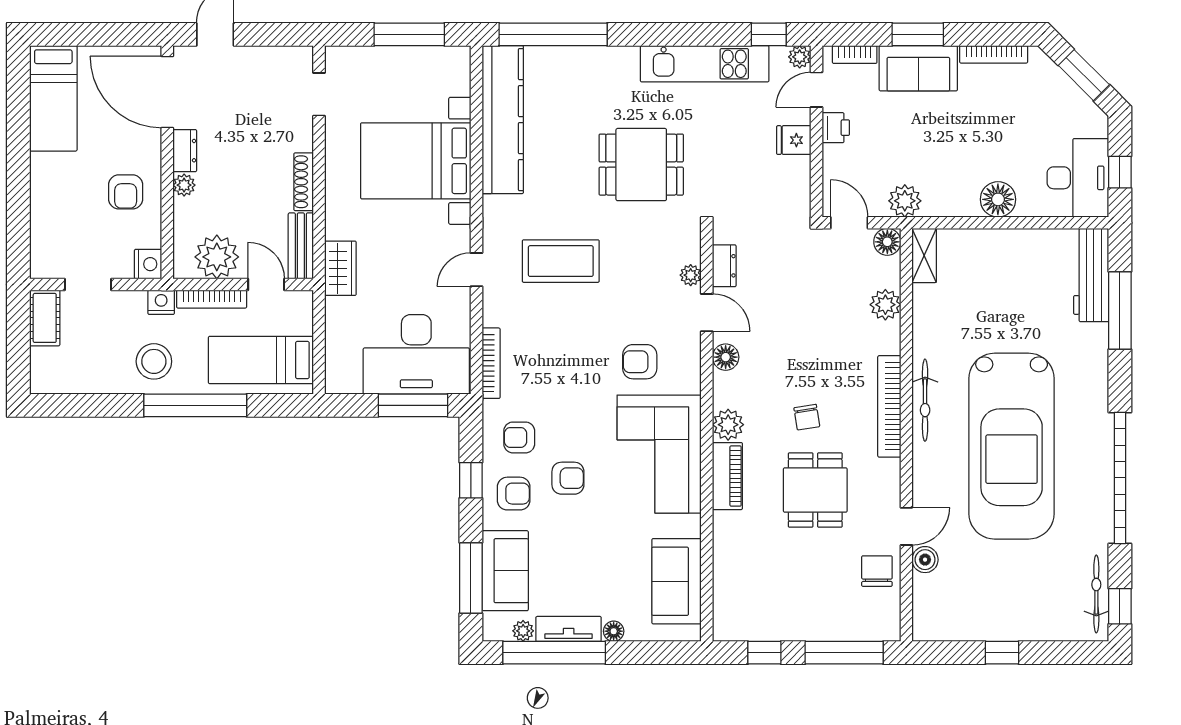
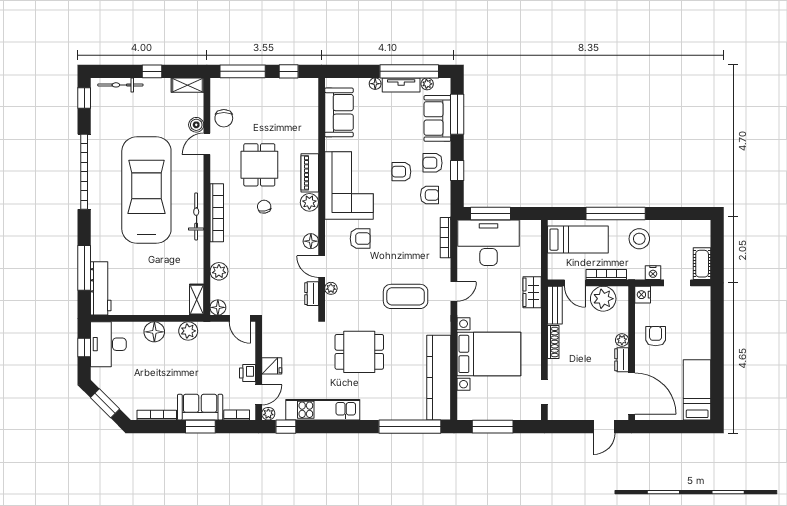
plant: (905, 201) -> (188, 331), moved
nightstand: (161, 302) -> (653, 273), moved
bicycle: (1096, 594) -> (120, 85), moved, turned 90
shelving: (940, 629) -> (188, 85), added

